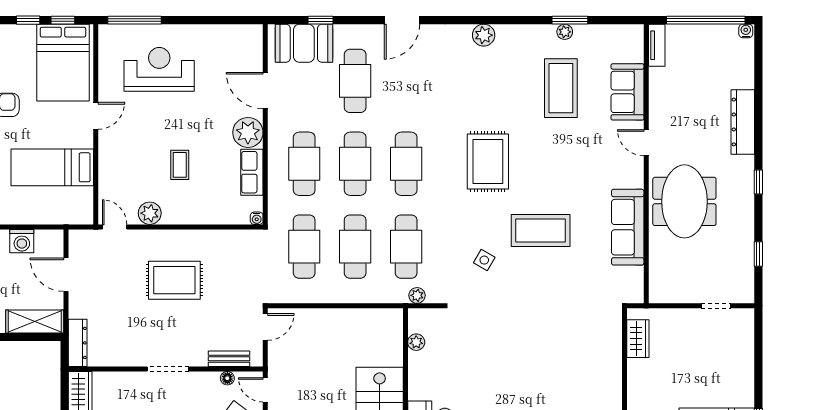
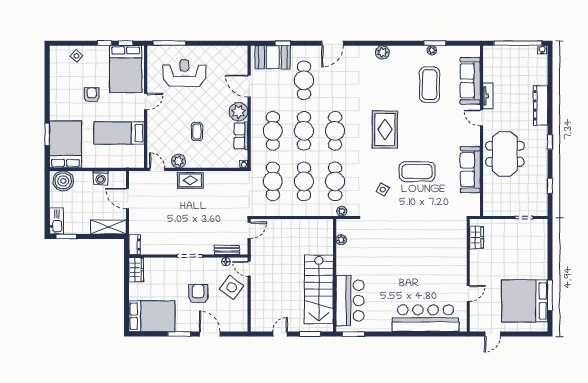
tv unit: (657, 45) -> (488, 96), moved
sofa: (628, 92) -> (470, 81), width x1.36
rug: (174, 280) -> (190, 180), moved, width x0.73, depth x0.70
dresser: (78, 343) -> (135, 245), width x0.70

